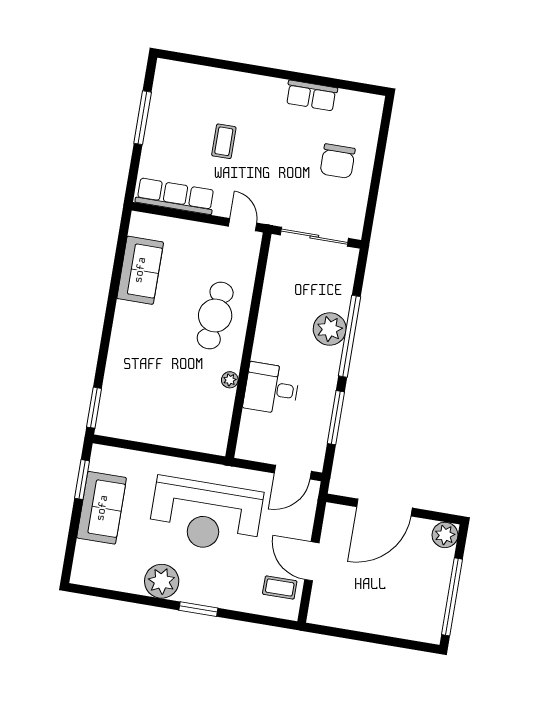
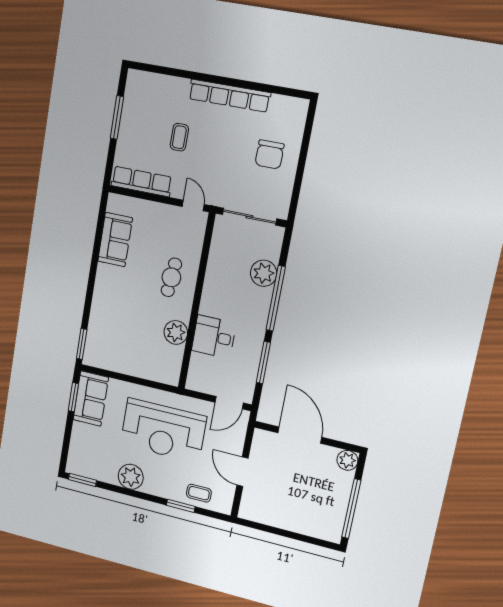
row of seats: (311, 96) -> (229, 96), width x2.02
cafe table: (215, 316) -> (171, 277), width x0.73, depth x0.74
plant: (330, 329) -> (264, 273), moved
plant: (230, 380) -> (176, 332), width x1.88, depth x1.88
door: (384, 507) -> (300, 435), swing flipped
sofa: (102, 508) -> (91, 399), moved
coffee table: (280, 588) -> (199, 493), moved
window: (94, 592) -> (82, 480), added
window: (198, 609) -> (181, 506), moved

